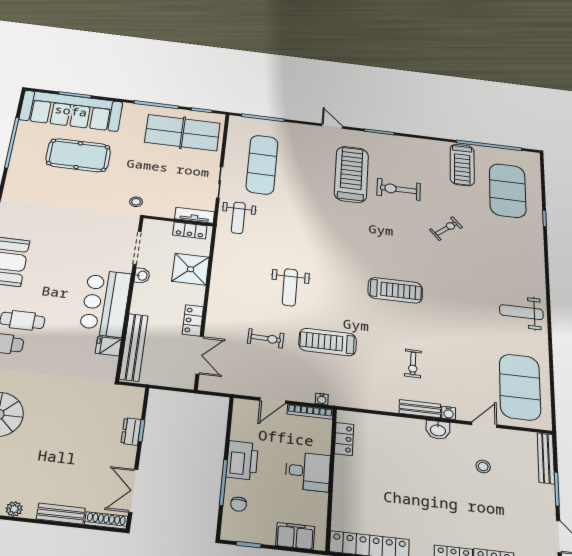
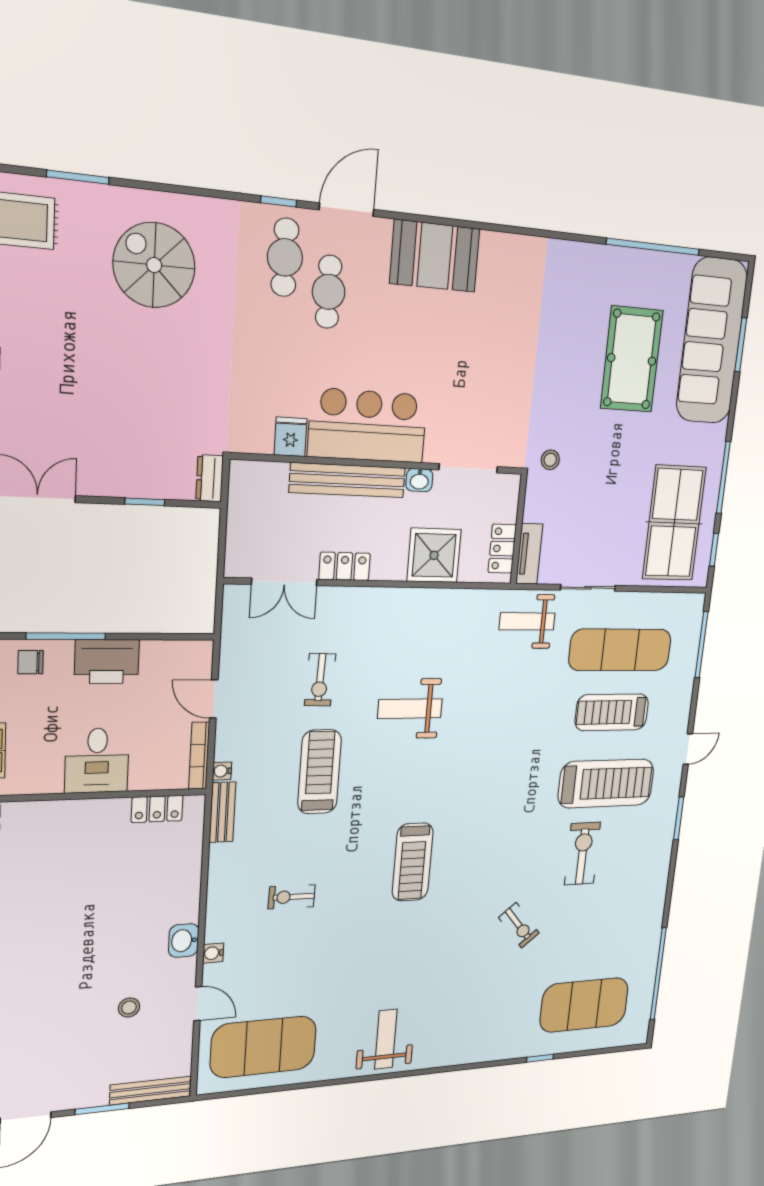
treadmill: (462, 165) -> (612, 712), moved
bench: (134, 347) -> (348, 480), moved
bench: (420, 409) -> (223, 812), moved
dresser: (131, 431) -> (210, 478), moved, turned -90

